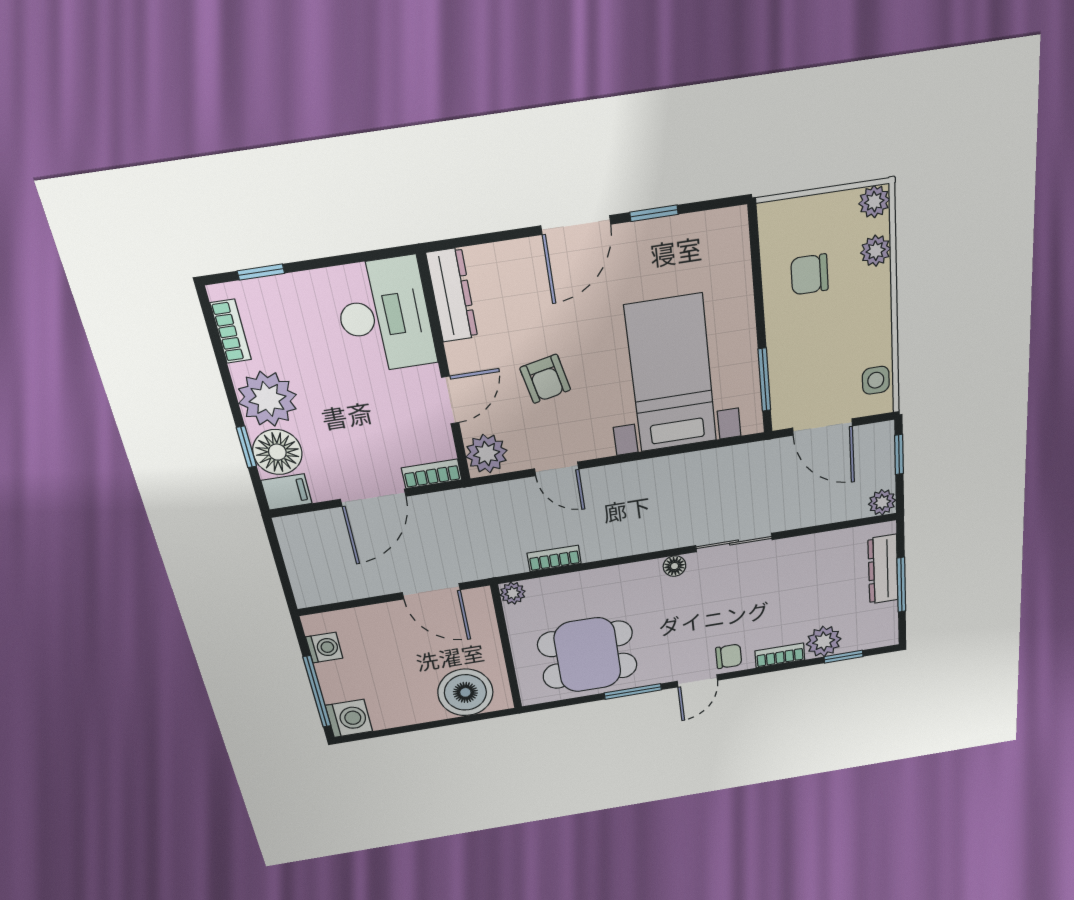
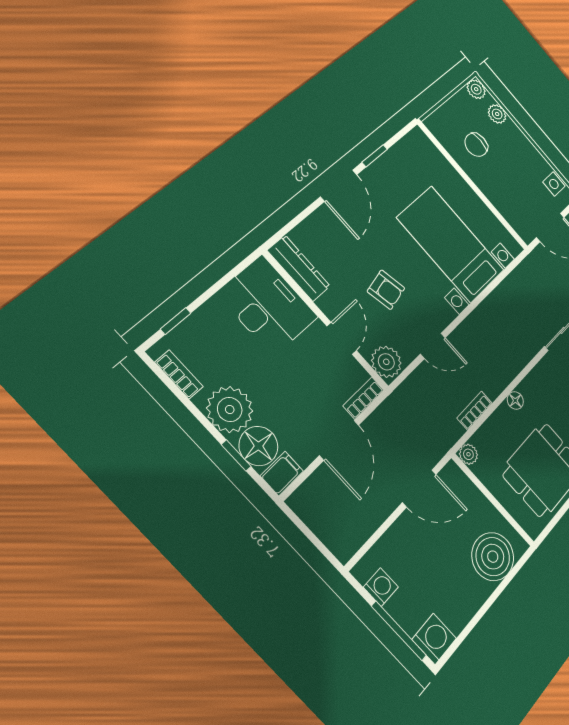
window: (764, 380) -> (500, 218), removed
floor lamp: (675, 566) -> (515, 400), moved

